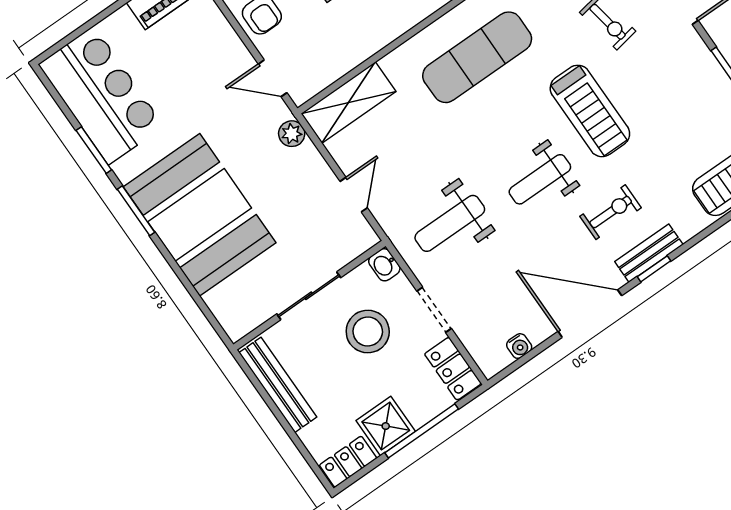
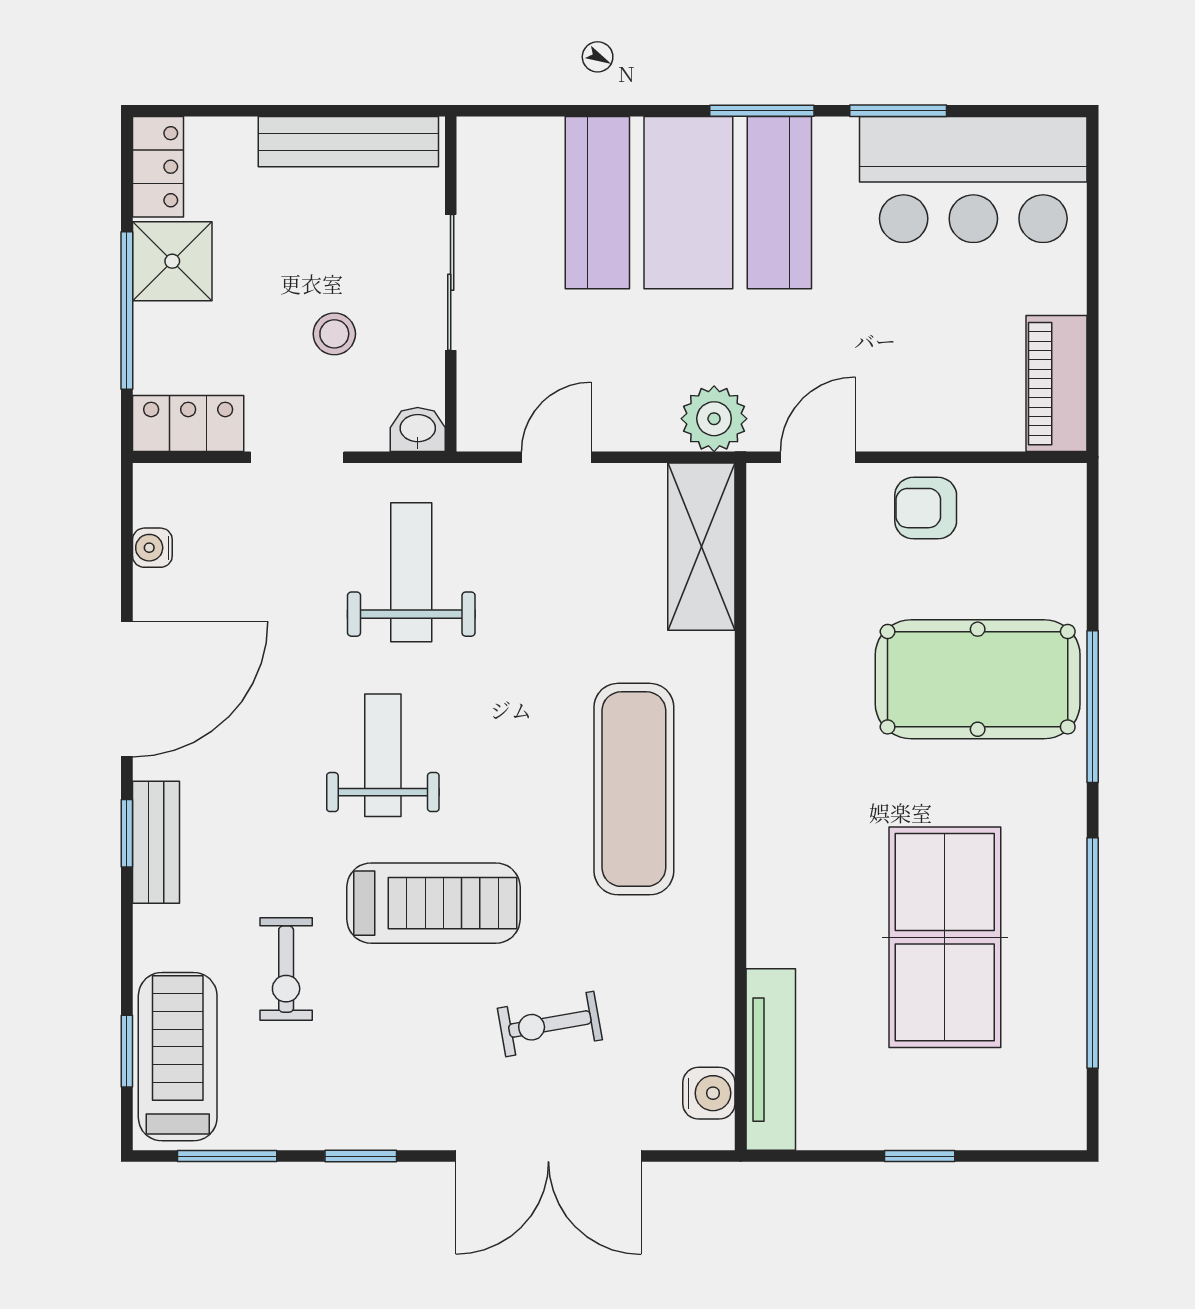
treadmill: (590, 111) -> (433, 903), turned 180
plant: (292, 134) -> (714, 419), width x1.38, depth x1.38
door: (354, 195) -> (556, 457), swing flipped
exercise bike: (611, 212) -> (286, 969), moved
stool: (368, 331) -> (334, 334), width x0.53, depth x0.53

